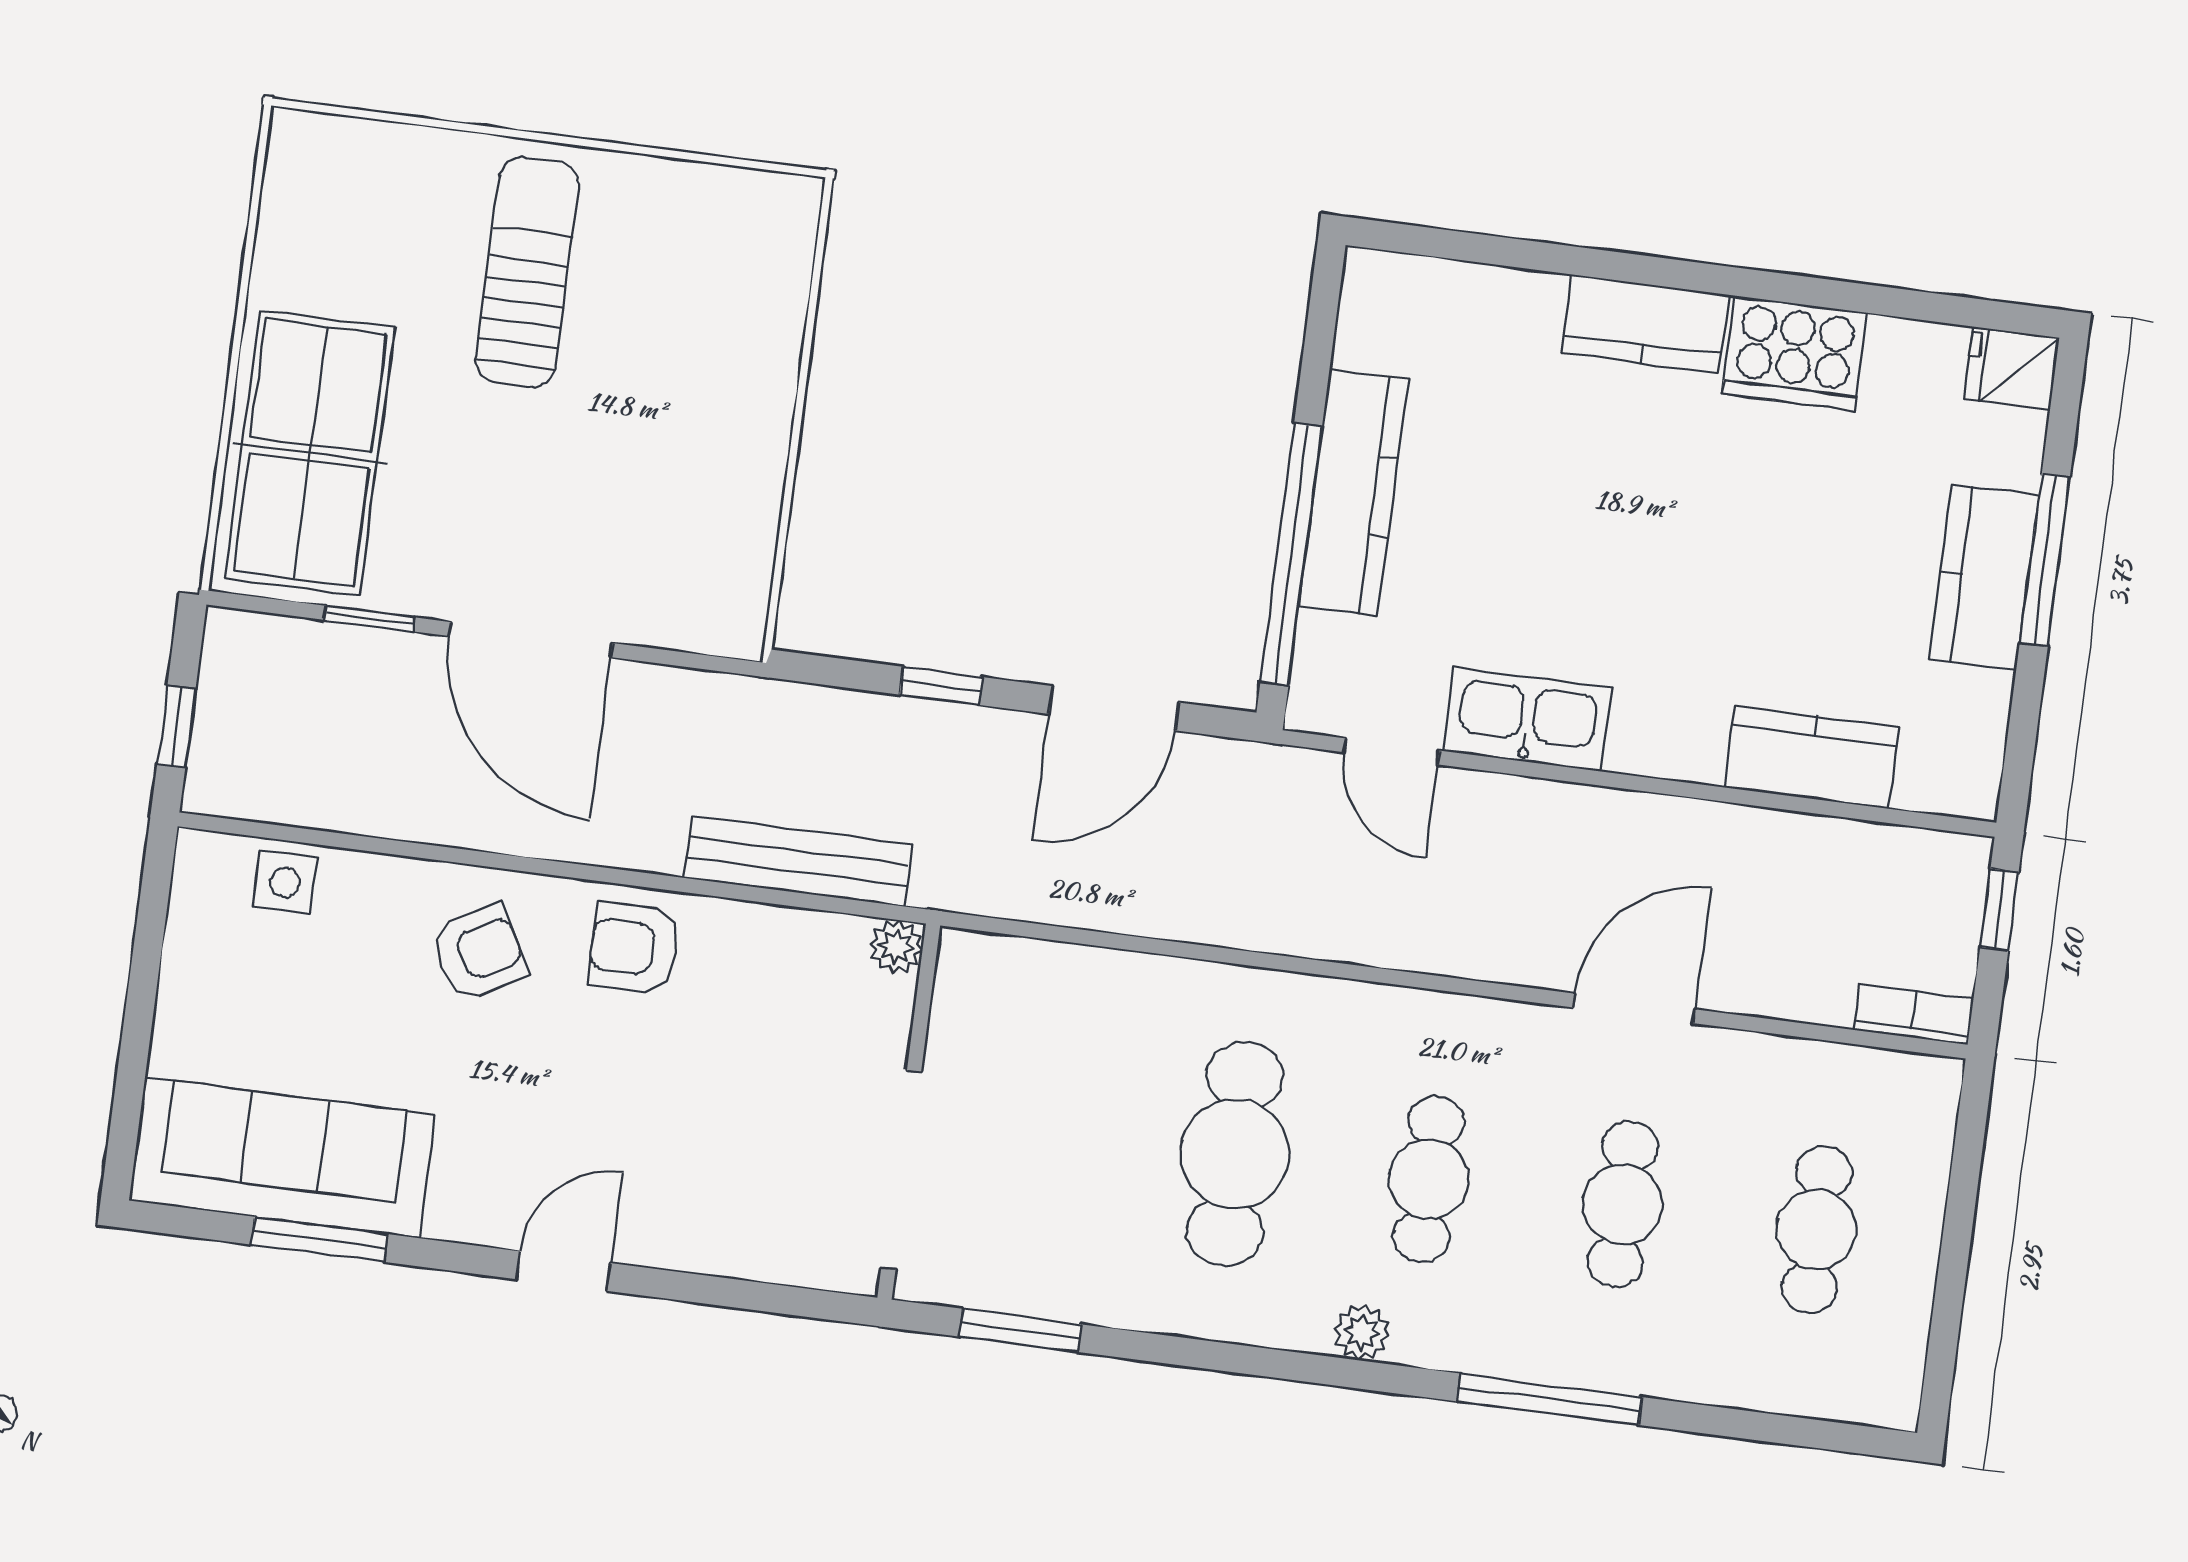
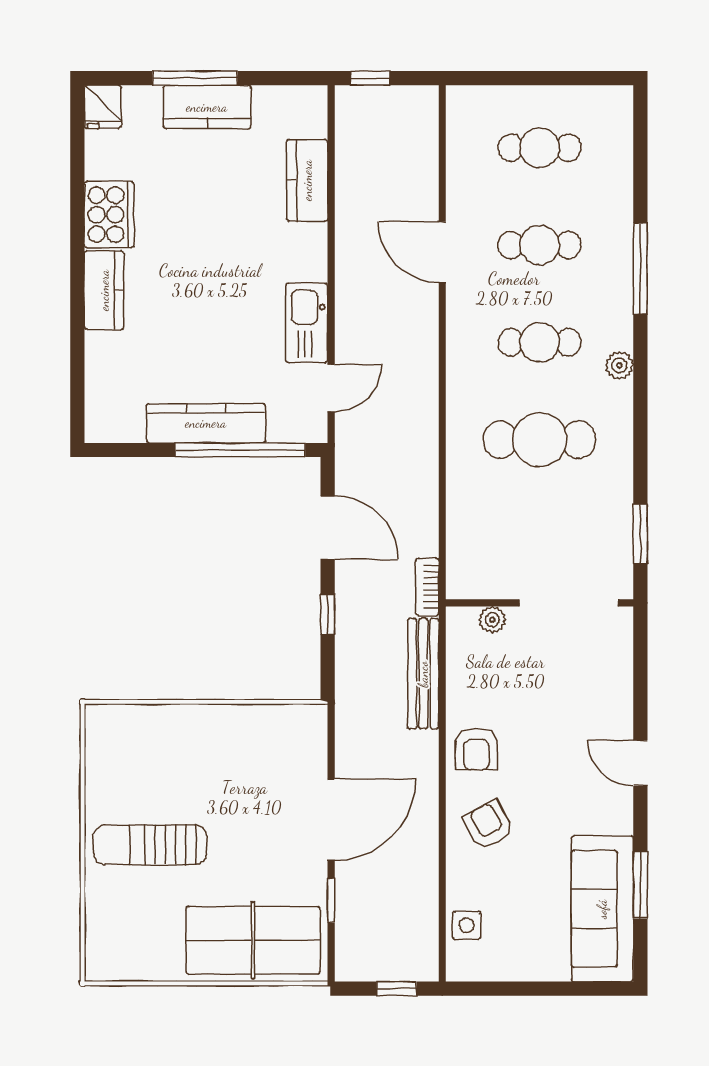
plant: (896, 947) -> (492, 620), moved
bookcase: (1914, 1014) -> (427, 587), moved

